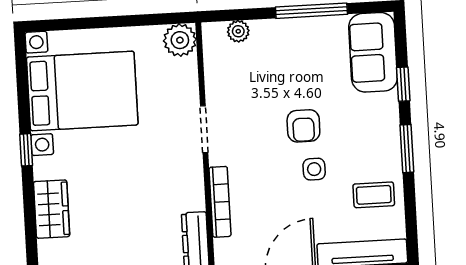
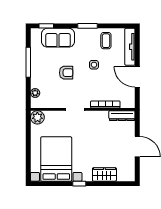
sofa: (373, 52) -> (58, 38), moved
window: (403, 84) -> (46, 26), moved
armchair: (303, 126) -> (66, 73), moved

